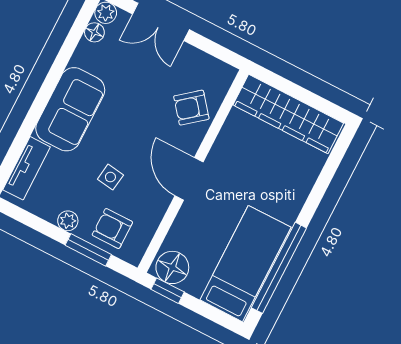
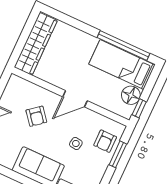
armchair: (191, 108) -> (36, 116), moved
plant: (68, 221) -> (102, 167), removed
floor lamp: (172, 267) -> (131, 95), moved

